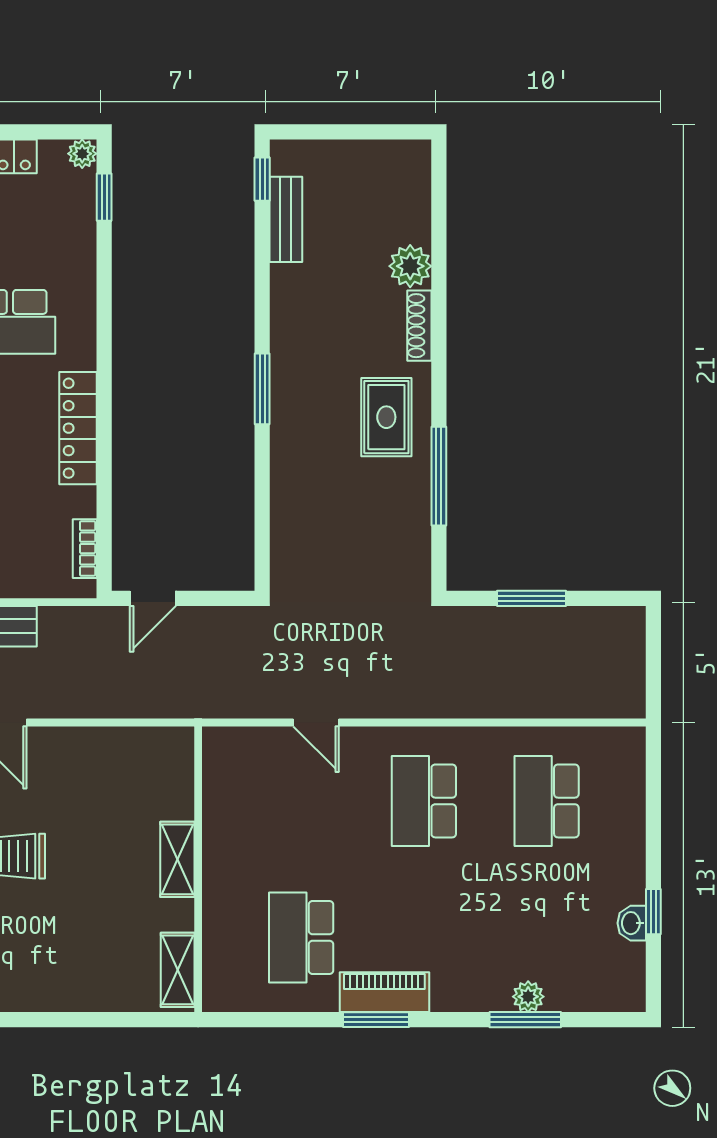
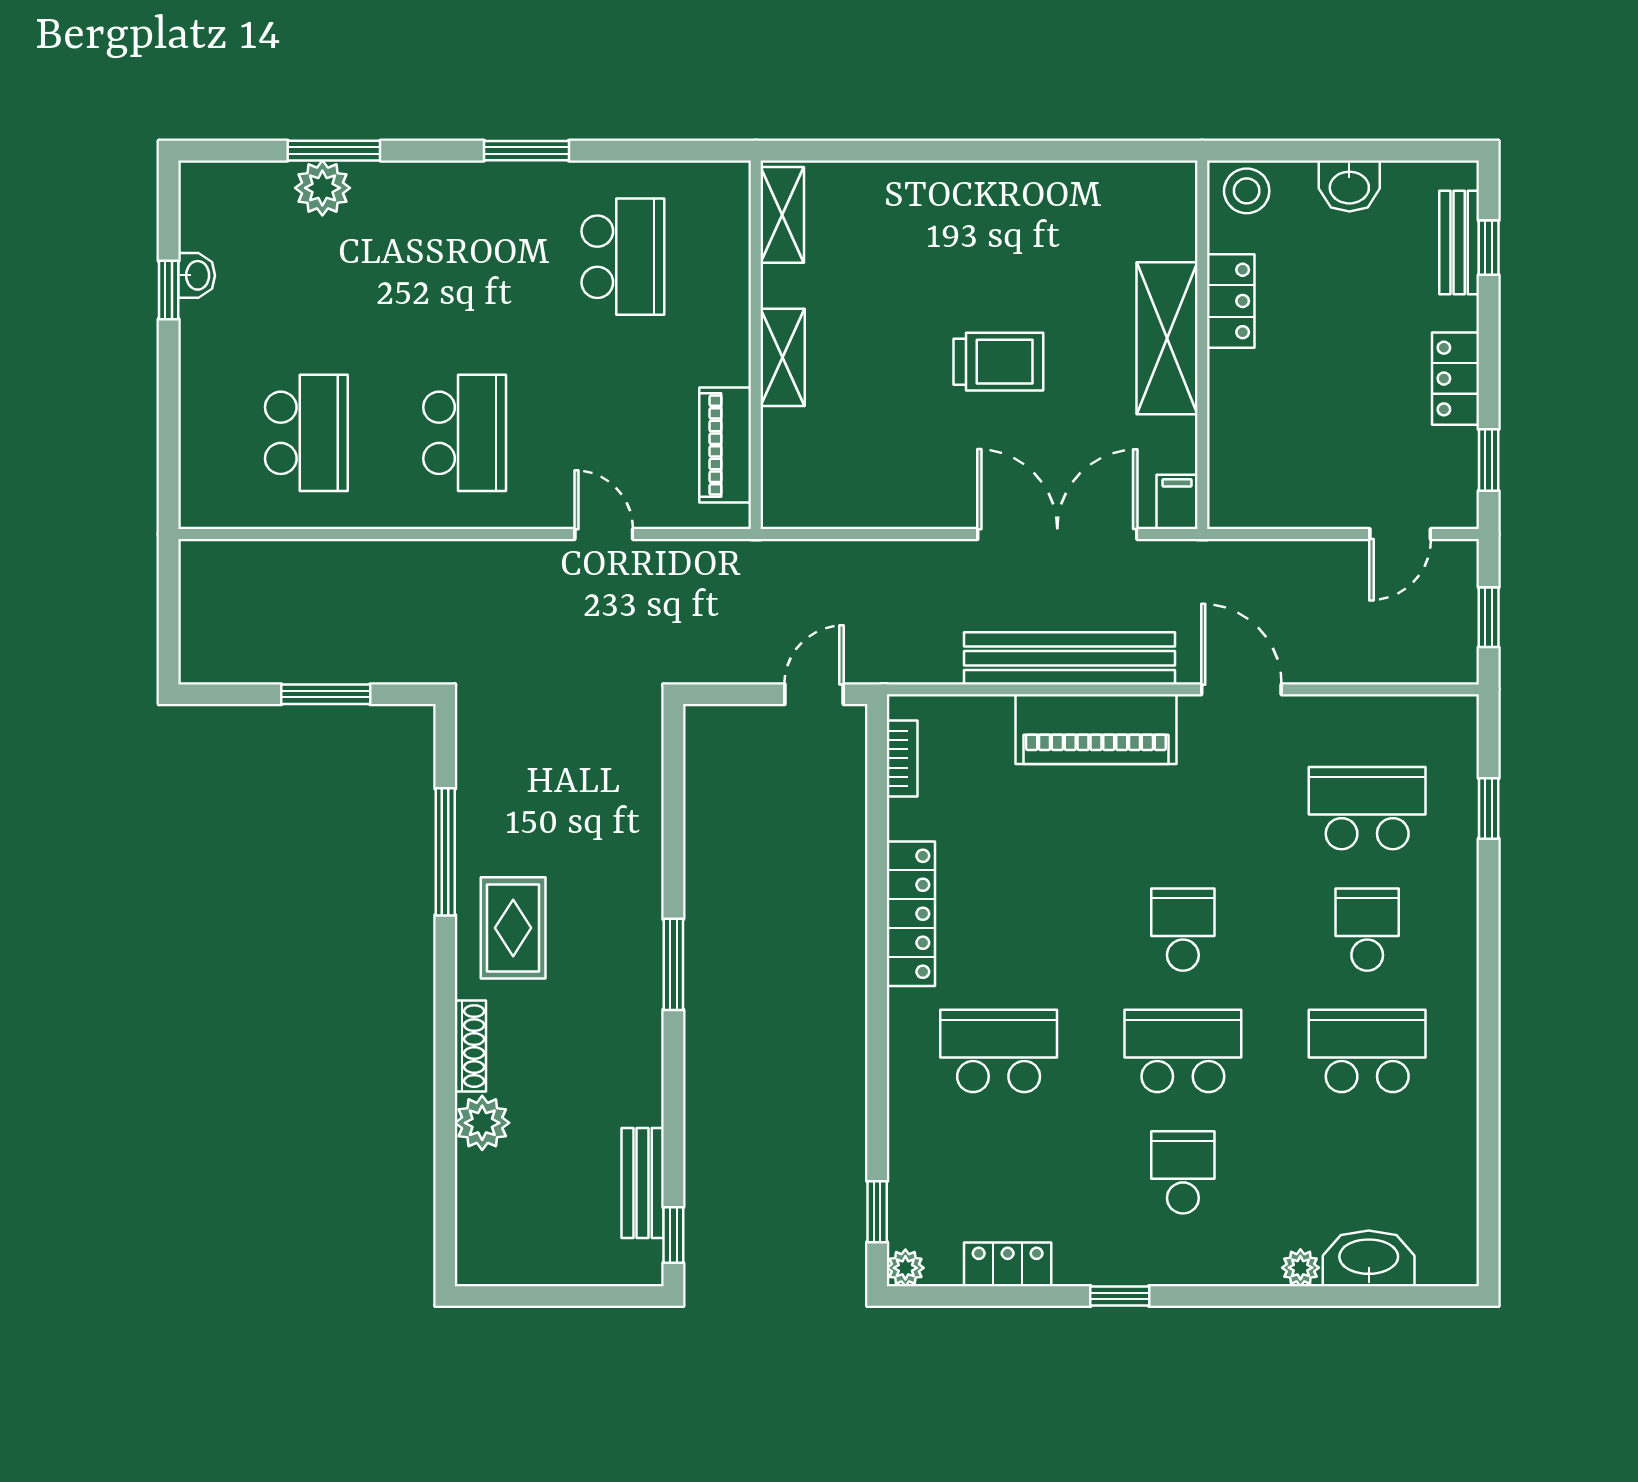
piano: (384, 992) -> (725, 445), moved, turned 90
plant: (528, 997) -> (322, 188), width x1.38, depth x1.38

